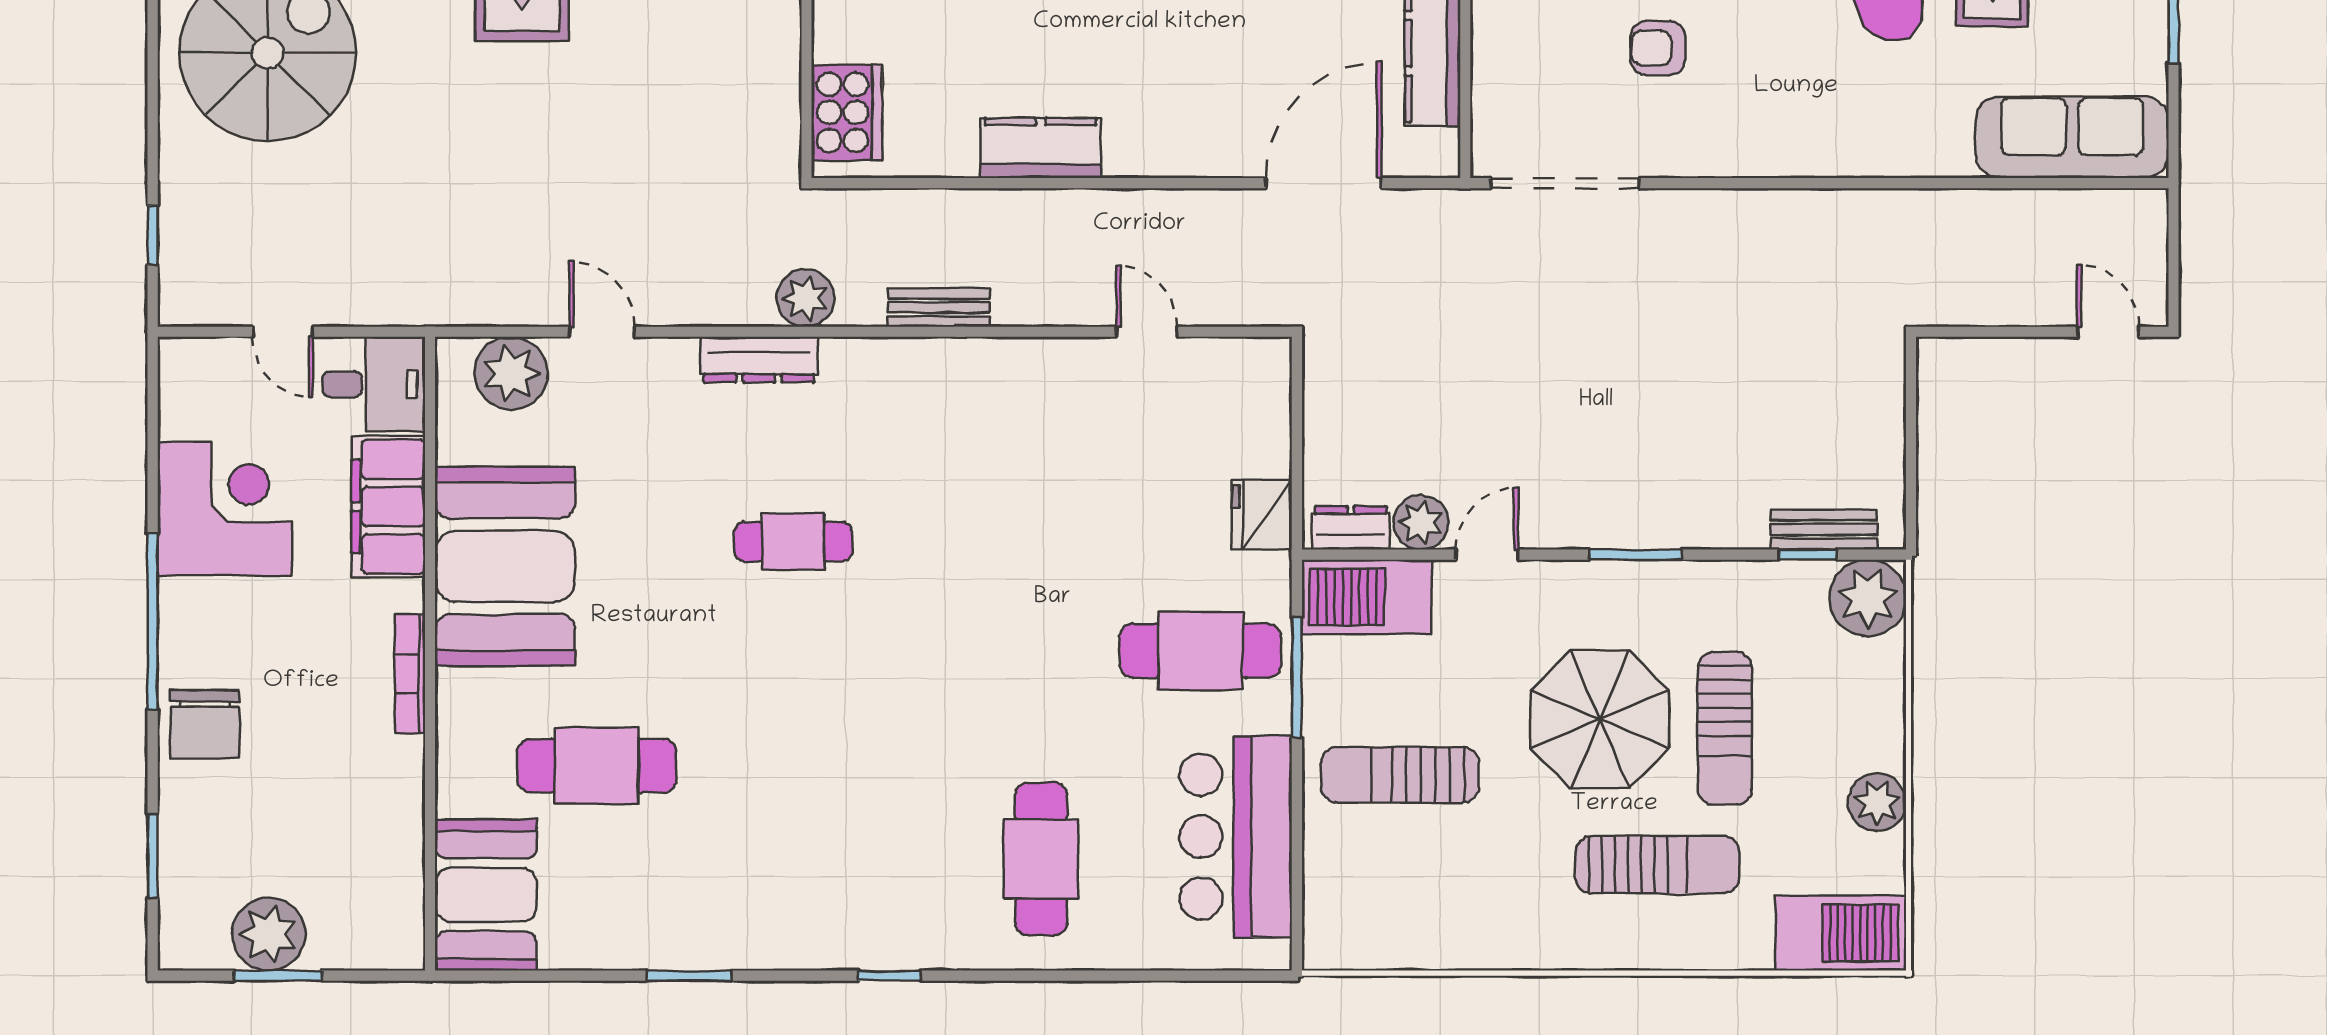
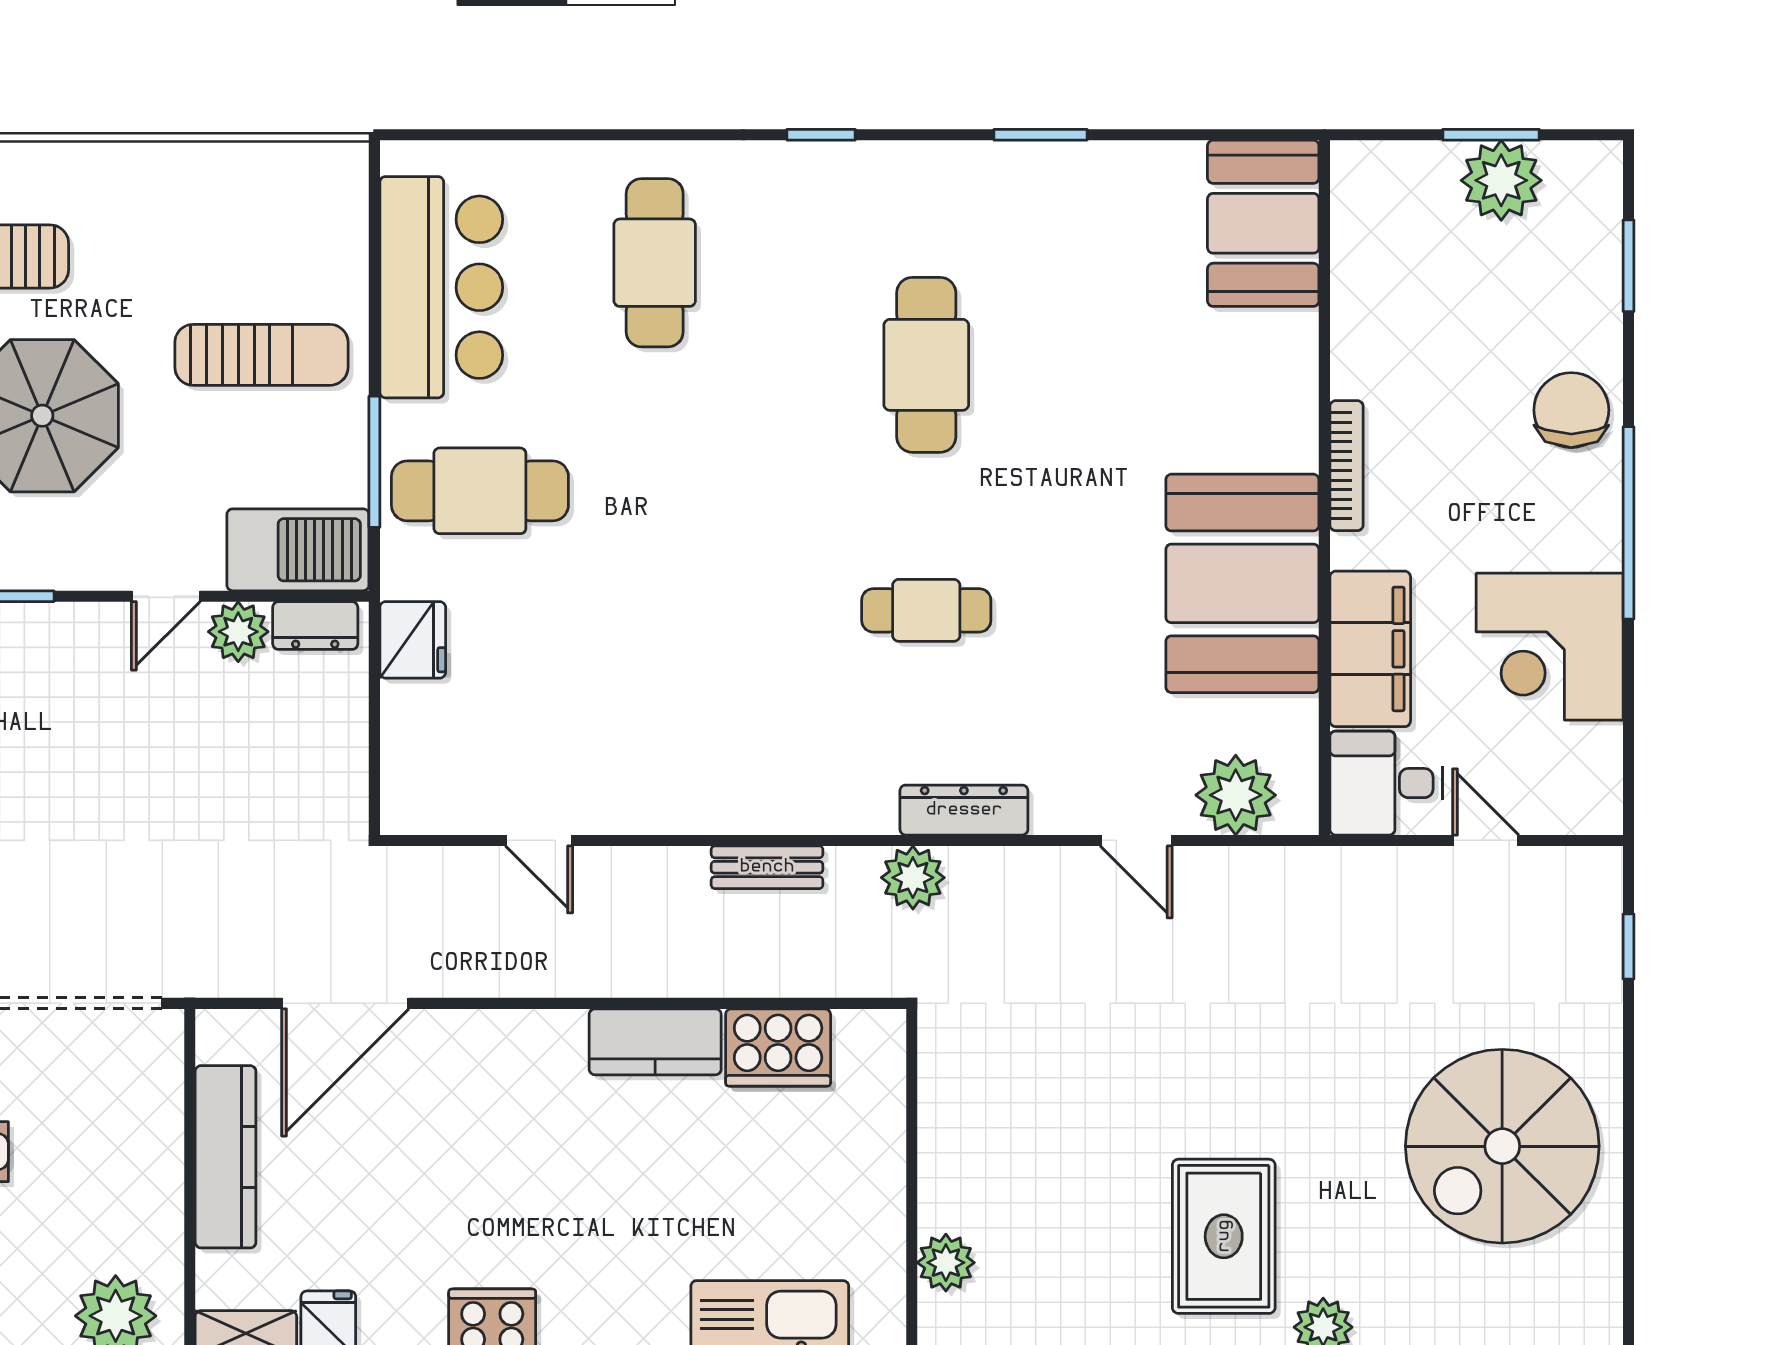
cooker: (847, 112) -> (778, 1048), moved, turned -90
cafe table: (597, 766) -> (926, 365), moved, turned 90

